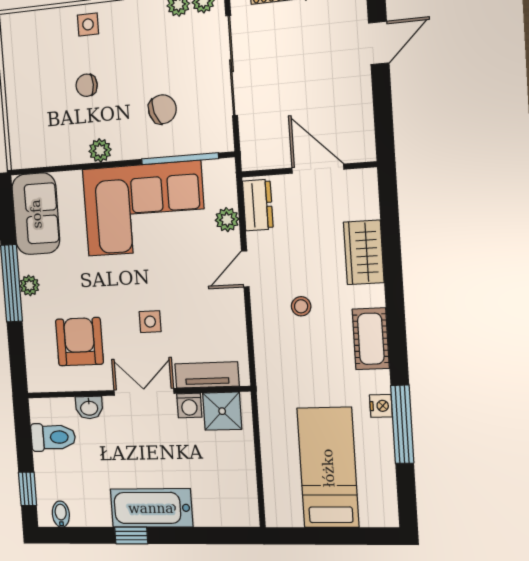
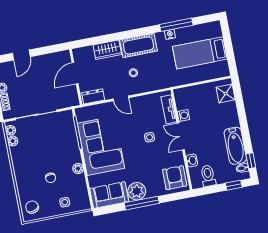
side table: (88, 24) -> (65, 202), moved
door: (379, 43) -> (21, 55), swing flipped
chair: (162, 109) -> (32, 207), moved
plant: (227, 220) -> (101, 109), removed
plant: (29, 285) -> (137, 191), width x1.87, depth x1.87
cot: (371, 339) -> (138, 45), width x1.37, depth x1.34
armchair: (79, 342) -> (175, 178), moved, turned 90
shower: (222, 411) -> (226, 94), moved
bathtub: (151, 508) -> (235, 146), moved
window: (131, 536) -> (251, 161), moved

